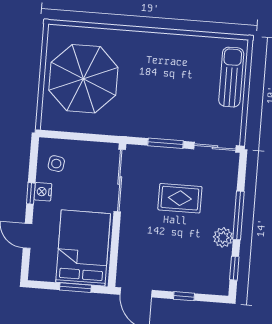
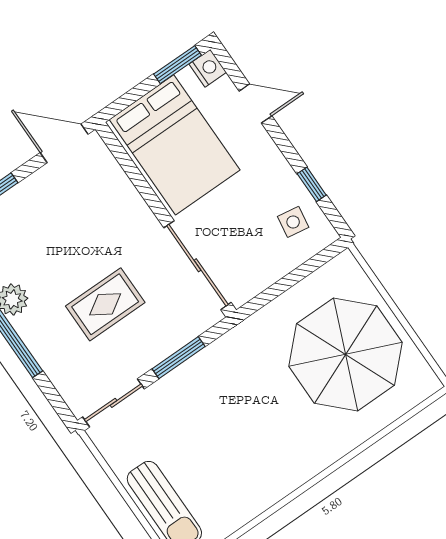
nightstand: (43, 192) -> (208, 68), moved
window: (31, 193) -> (312, 184), moved
window: (75, 288) -> (177, 65), moved

